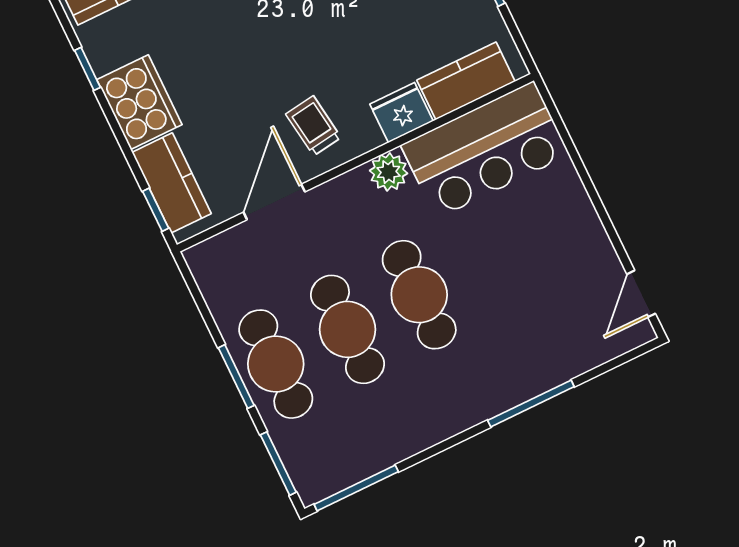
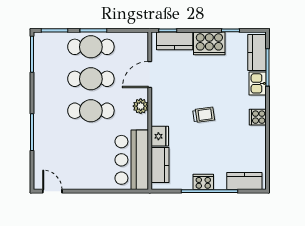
trolley: (313, 126) -> (204, 115), moved
plant: (389, 172) -> (141, 106), moved
door: (274, 202) -> (150, 75), swing flipped

